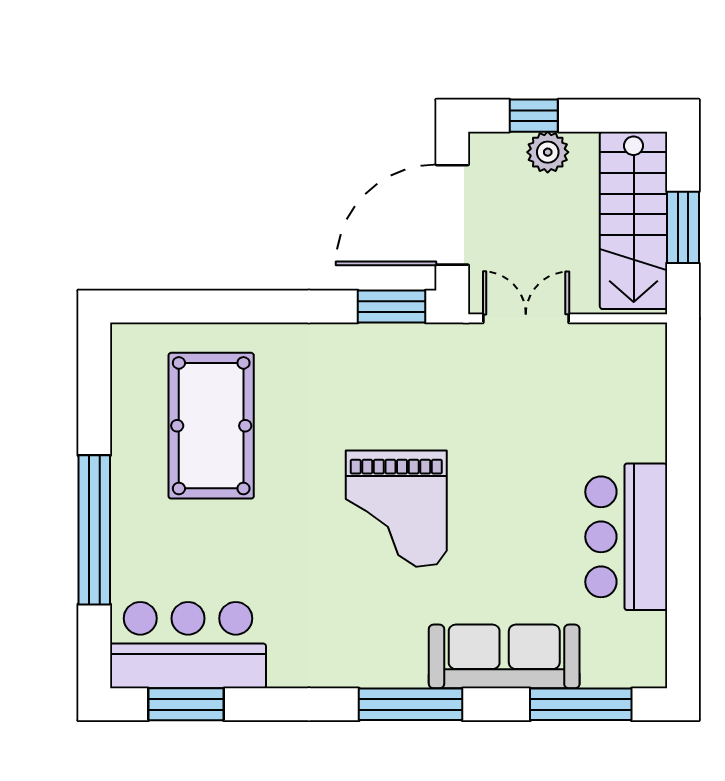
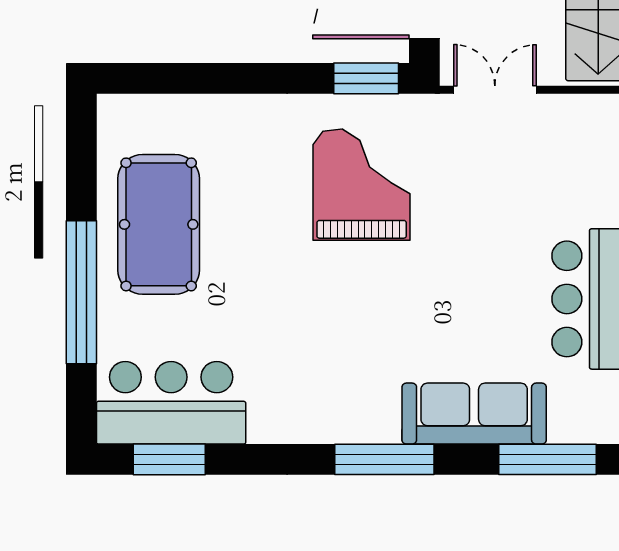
pool table: (211, 426) -> (159, 224), moved
grand piano: (396, 509) -> (362, 185), moved, turned 180

